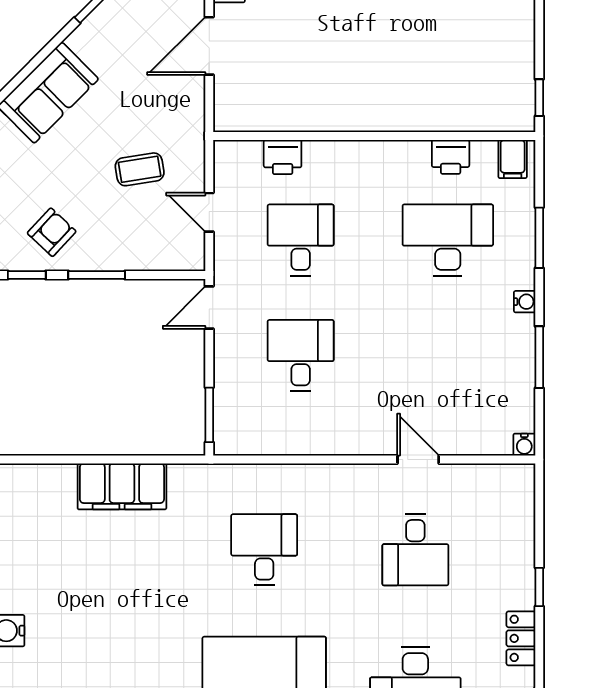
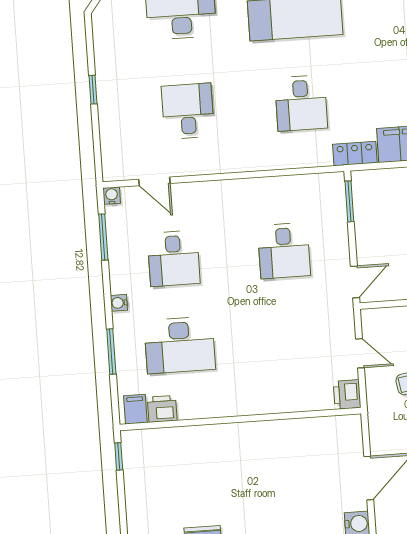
printer: (283, 157) -> (347, 395), moved, turned -90
printer: (451, 157) -> (162, 409), moved
desk: (301, 240) -> (174, 258), moved
window: (539, 357) -> (103, 237), moved
door: (418, 460) -> (154, 181), moved
locker: (521, 638) -> (355, 154), moved, turned -90

